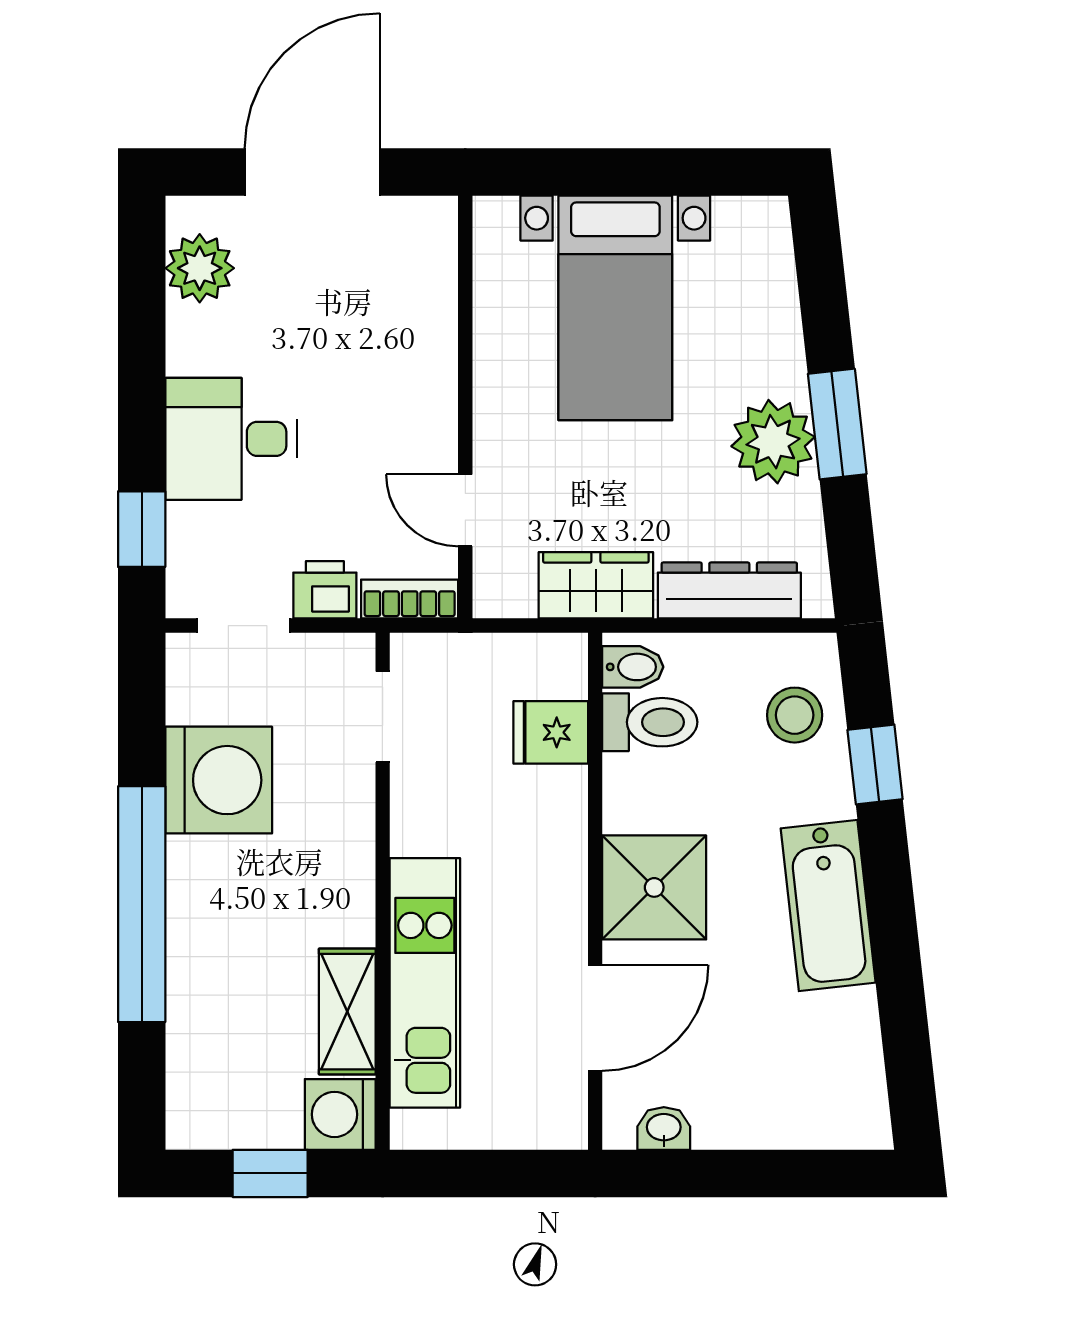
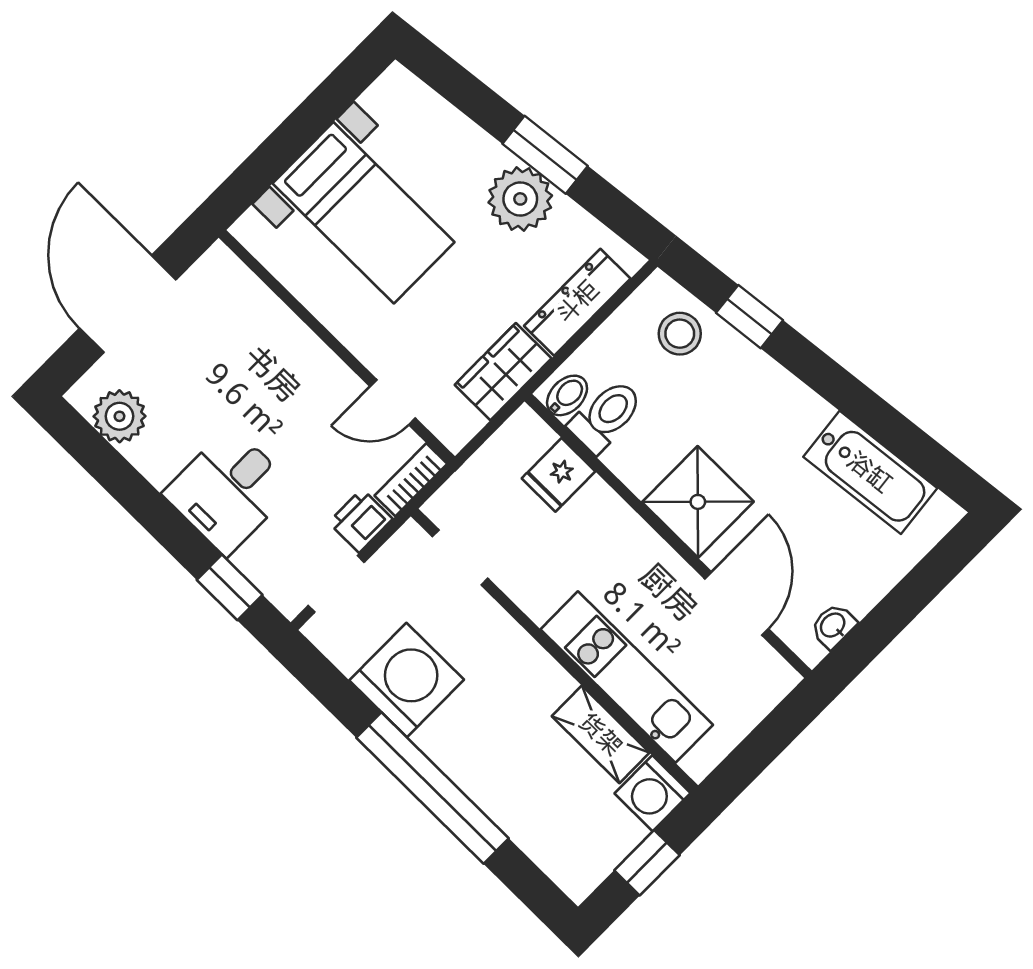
bathtub: (828, 905) -> (870, 472), moved

